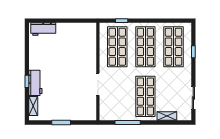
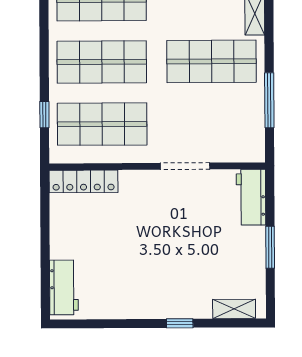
locker: (91, 38) -> (84, 181), added
workbench: (35, 83) -> (251, 197), moved, turned -90

